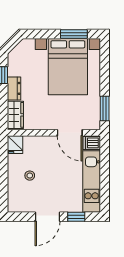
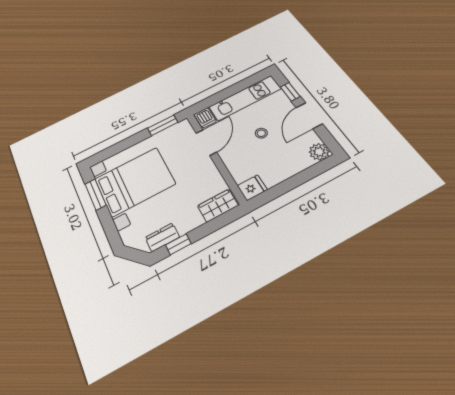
dresser: (14, 88) -> (162, 237), moved
stool: (30, 176) -> (261, 133), moved
plant: (15, 205) -> (319, 152), added
door: (48, 217) -> (309, 116), swing flipped

